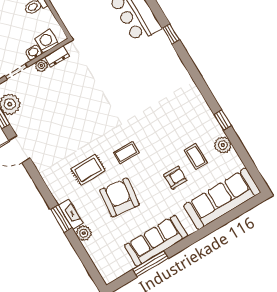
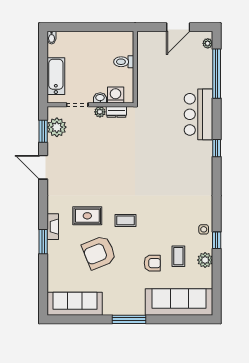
side table: (204, 117) -> (204, 229), added
armchair: (120, 198) -> (99, 252), turned -119
fireplace: (71, 214) -> (53, 227), moved
plant: (84, 233) -> (54, 264), removed
sofa: (156, 241) -> (75, 304), moved
window: (150, 264) -> (129, 319), moved

